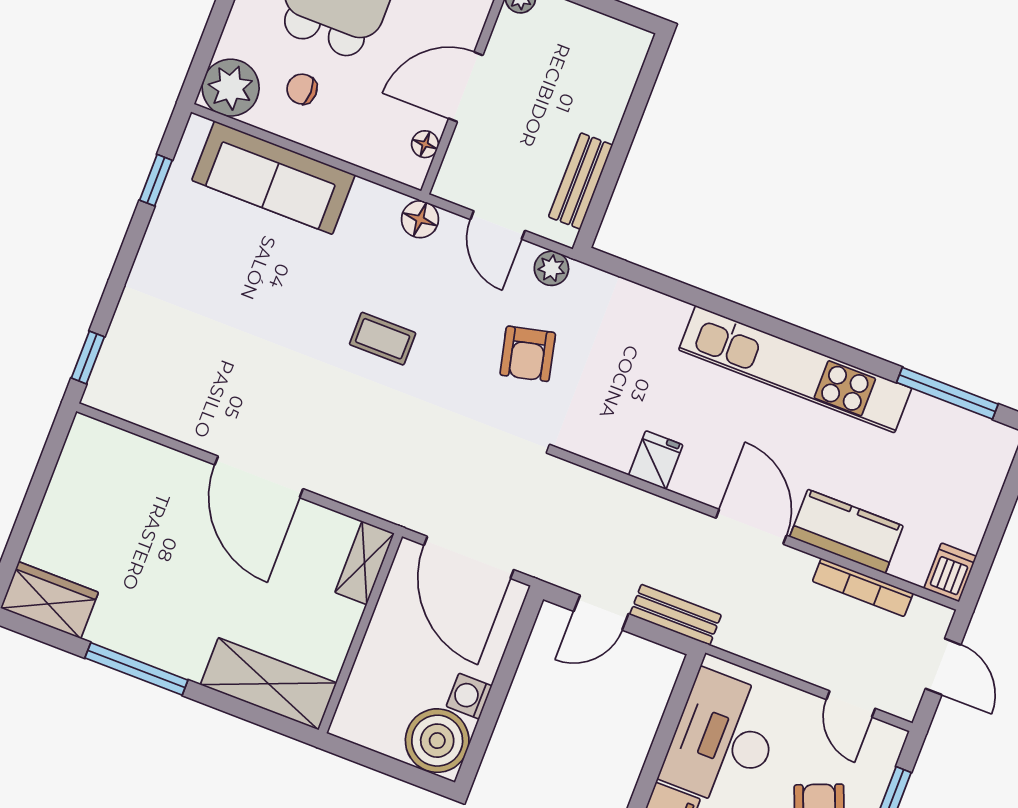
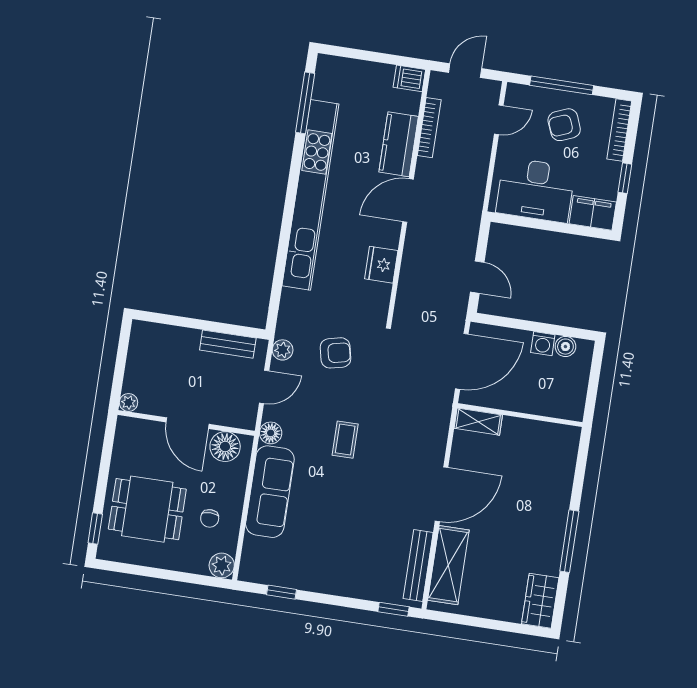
plant: (231, 88) -> (222, 565), width x0.73, depth x0.73
floor lamp: (425, 144) -> (225, 447), width x1.89, depth x1.89
sofa: (273, 178) -> (270, 492), moved
kitchen unit: (795, 369) -> (310, 195), width x1.36
fridge: (656, 460) -> (381, 265), width x1.38
bench: (675, 615) -> (418, 565), moved, width x1.36
shelving: (269, 684) -> (448, 565), moved
boiler: (437, 741) -> (565, 347), width x0.54, depth x0.54

